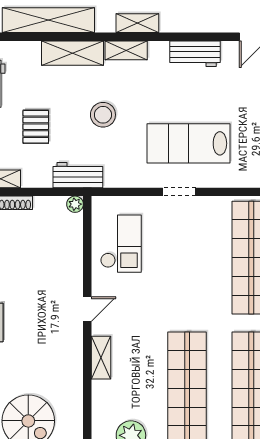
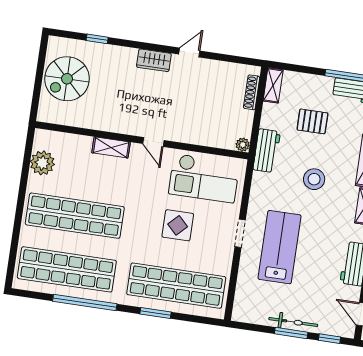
checkout: (121, 244) -> (204, 178), width x1.36, depth x1.21
display table: (181, 266) -> (178, 225), added

